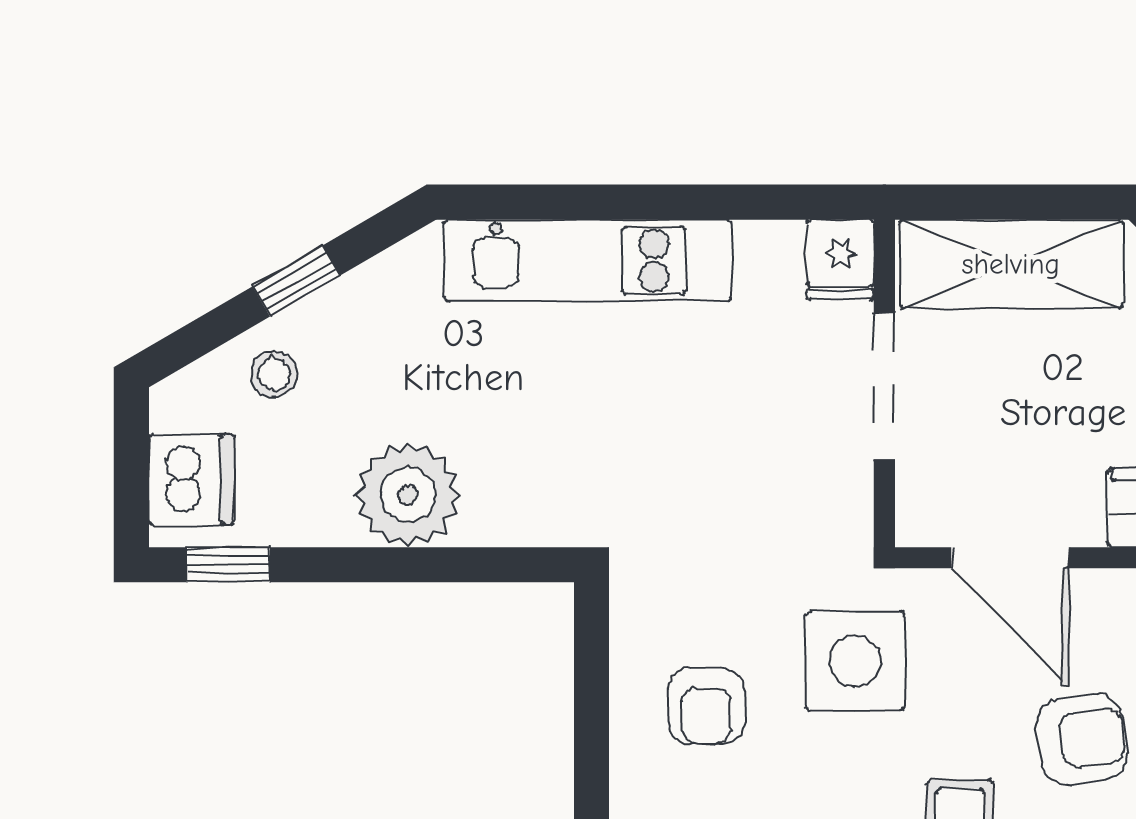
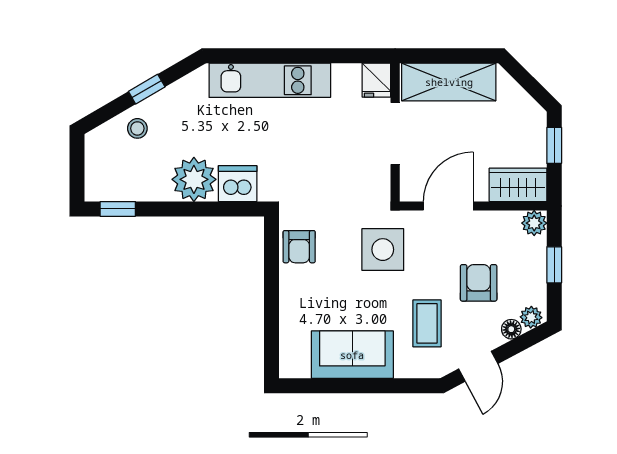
dishwasher: (191, 480) -> (238, 184), moved, turned -90
door: (1010, 558) -> (448, 206), swing flipped
armchair: (706, 706) -> (299, 247), moved
armchair: (1082, 740) -> (479, 283), turned -82

